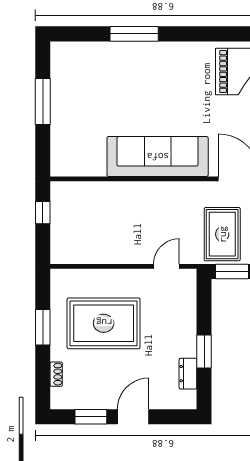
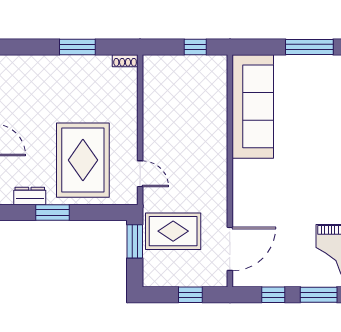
sofa: (158, 157) -> (253, 106), moved
rug: (104, 323) -> (83, 160), moved
shoe rack: (56, 374) -> (125, 61), moved

